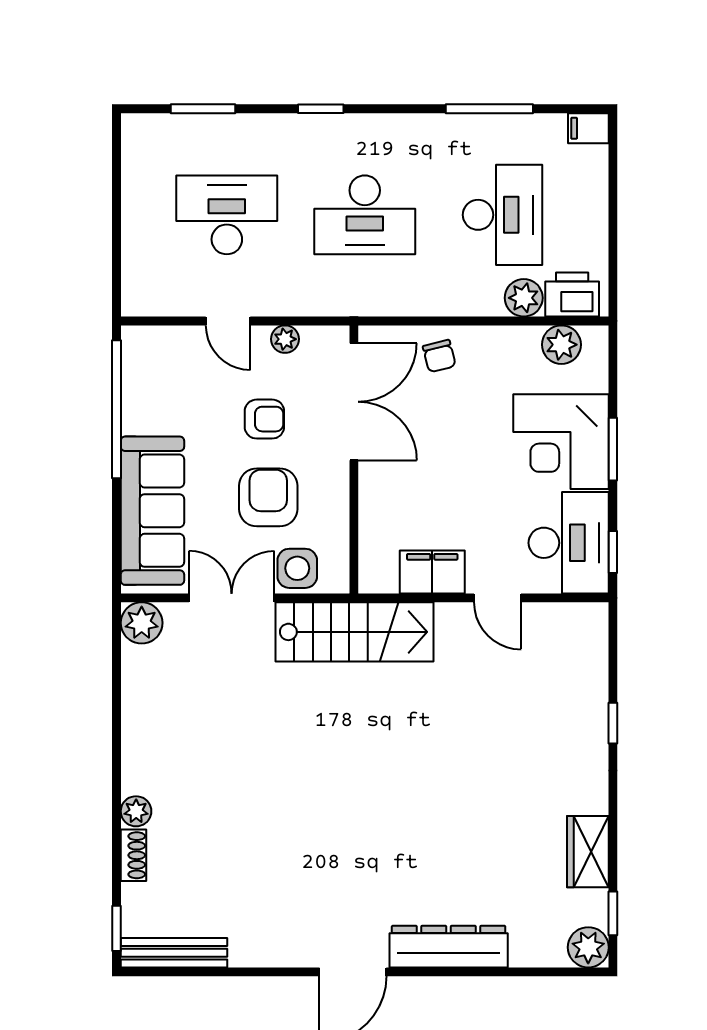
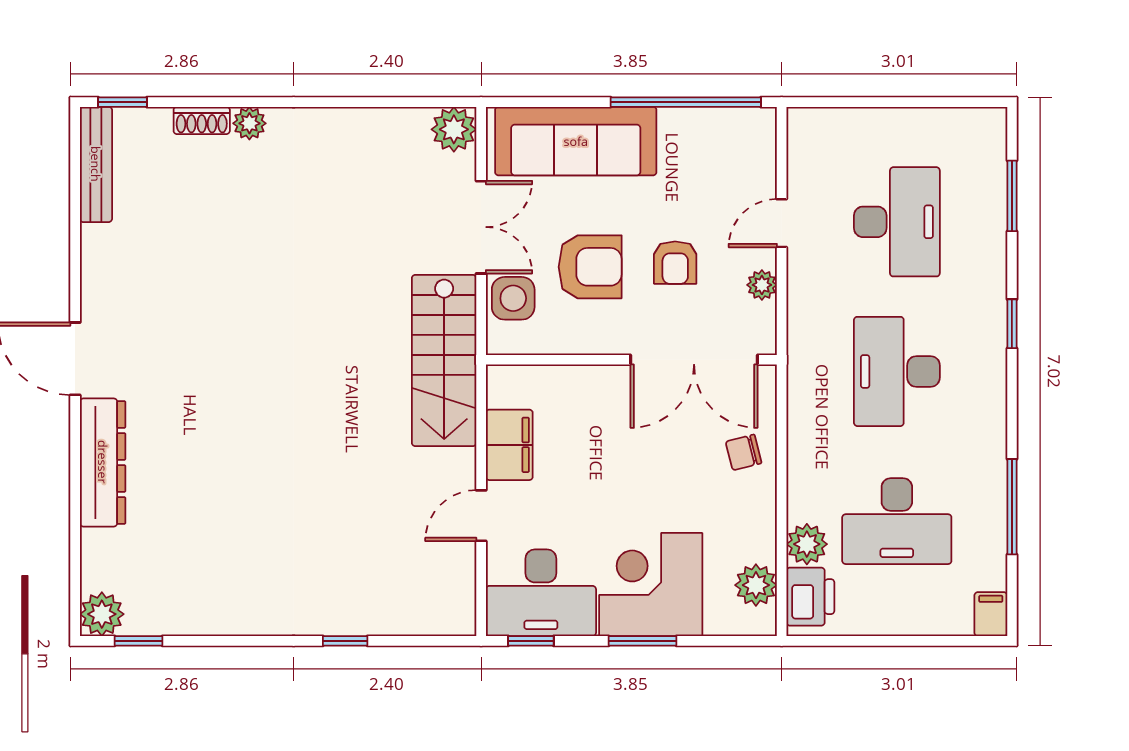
wardrobe: (588, 852) -> (206, 614), removed

